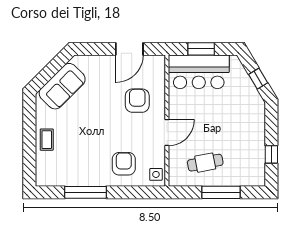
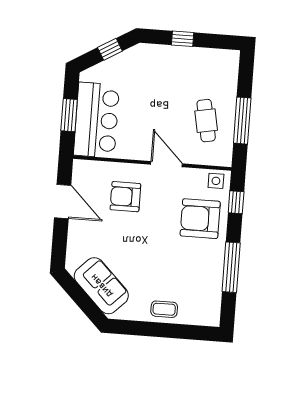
window: (271, 154) -> (183, 39), moved
armchair: (124, 164) -> (200, 219), width x1.36, depth x1.36
window: (140, 192) -> (236, 202), added
window: (221, 192) -> (242, 121), moved

